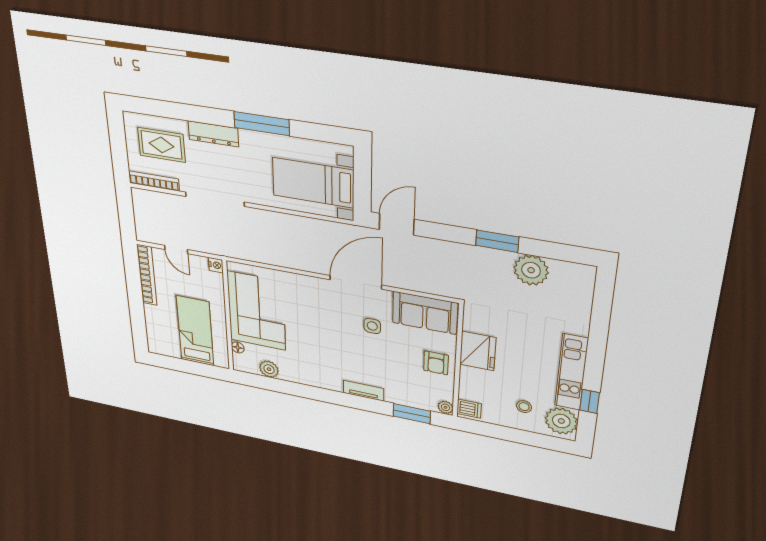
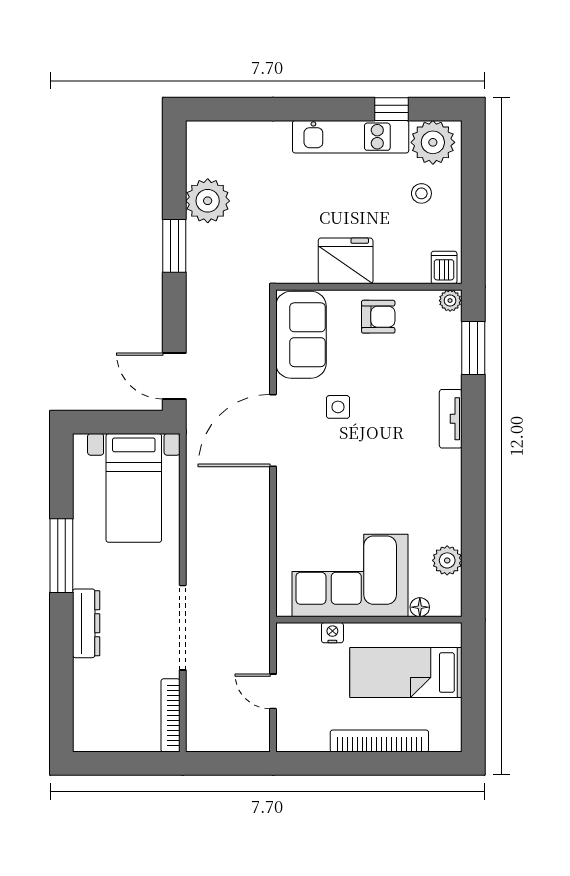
rug: (161, 145) -> (114, 699), removed
door: (176, 249) -> (273, 691), swing flipped
nightstand: (216, 265) -> (332, 633), moved
bookcase: (147, 275) -> (379, 741), moved
door: (356, 282) -> (273, 430), hinge flipped

